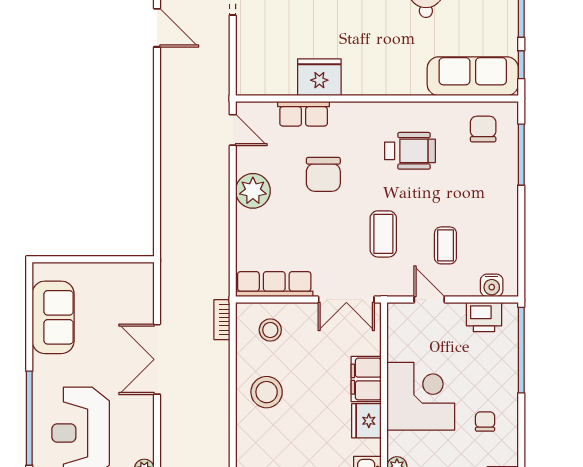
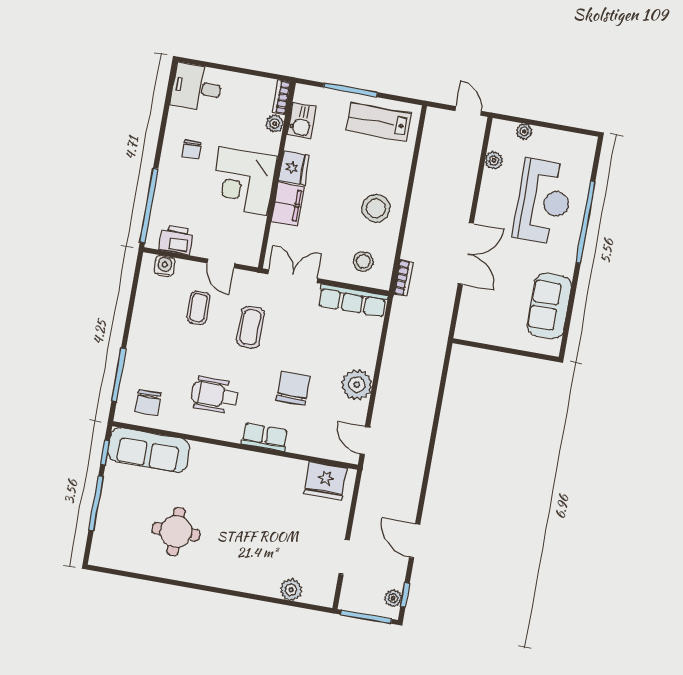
fridge: (319, 77) -> (325, 481), moved
row of seats: (304, 114) -> (265, 437), moved

